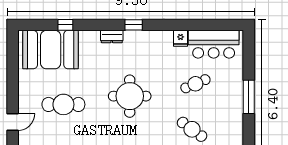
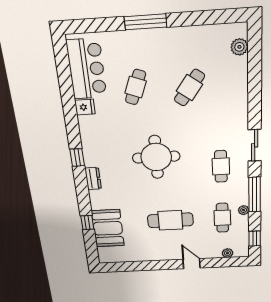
booth: (51, 50) -> (108, 228), width x0.73, depth x0.70
cafe table: (195, 84) -> (136, 87), turned 44
cafe table: (63, 104) -> (170, 220), turned 90

